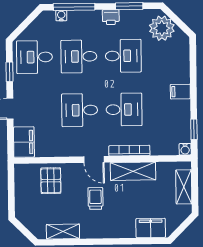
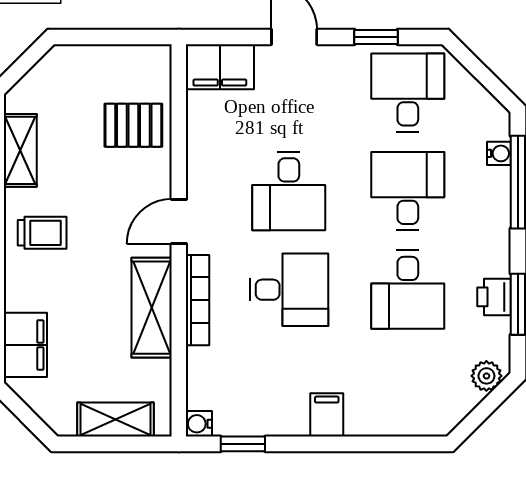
printer: (111, 17) -> (494, 297), moved
plant: (162, 28) -> (486, 376), width x0.53, depth x0.53
desk: (80, 110) -> (289, 191), turned 180
desk: (124, 110) -> (289, 290), turned -90
trolley: (95, 198) -> (42, 233), moved

